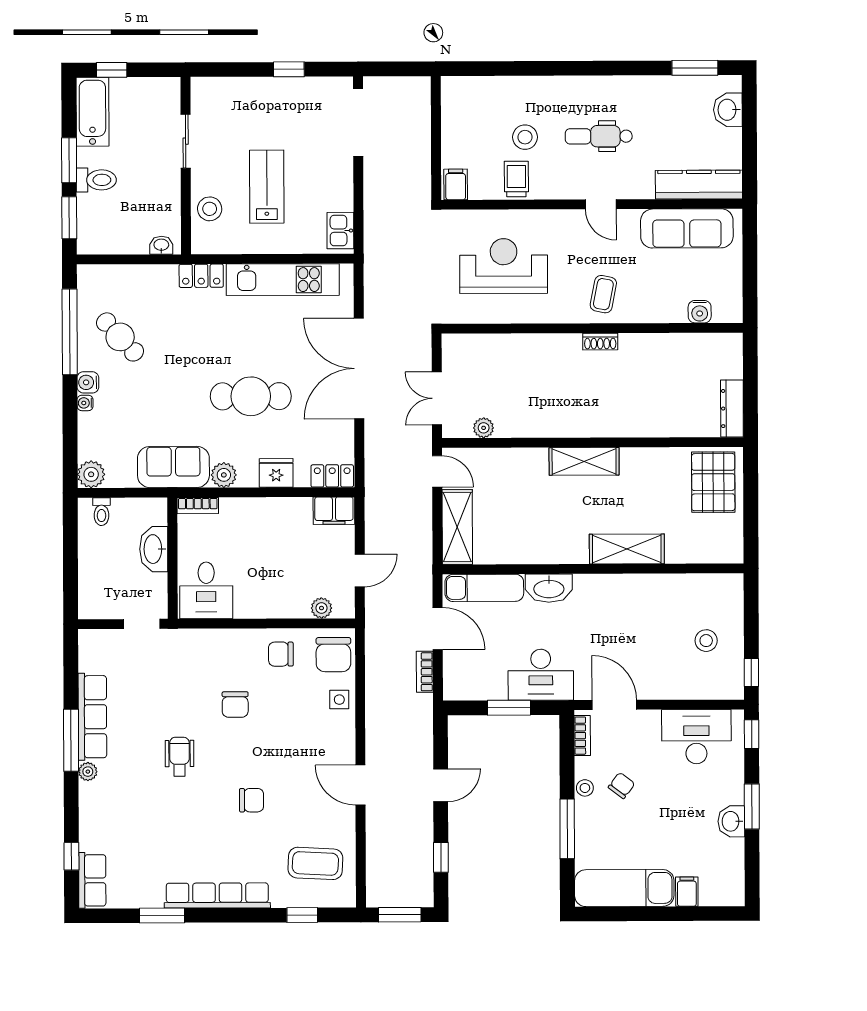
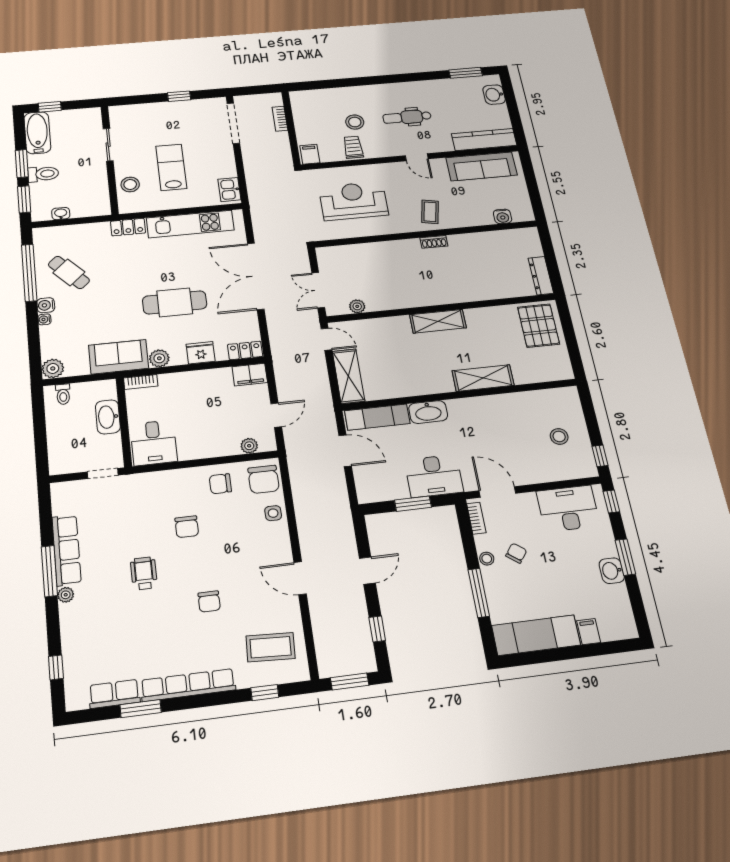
washbasin: (161, 245) -> (61, 214), moved
bookcase: (425, 672) -> (280, 119), moved
chair: (251, 800) -> (209, 601), turned 90
row of seats: (92, 880) -> (114, 694), moved, turned -90

